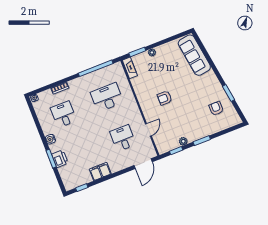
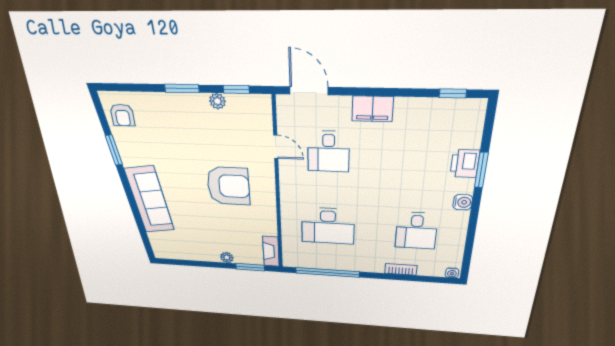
sofa: (194, 55) -> (150, 200), moved
armchair: (165, 98) -> (228, 186), width x1.88, depth x1.88
armchair: (216, 108) -> (122, 115), moved
door: (148, 130) -> (276, 147), swing flipped
door: (143, 164) -> (309, 91), hinge flipped
filing cabinet: (100, 172) -> (373, 109), moved

